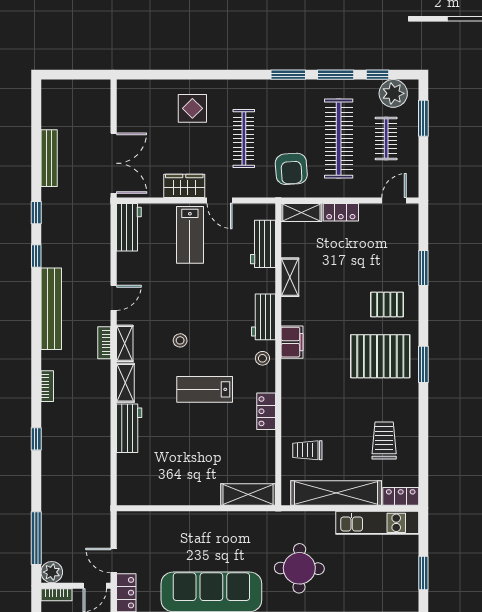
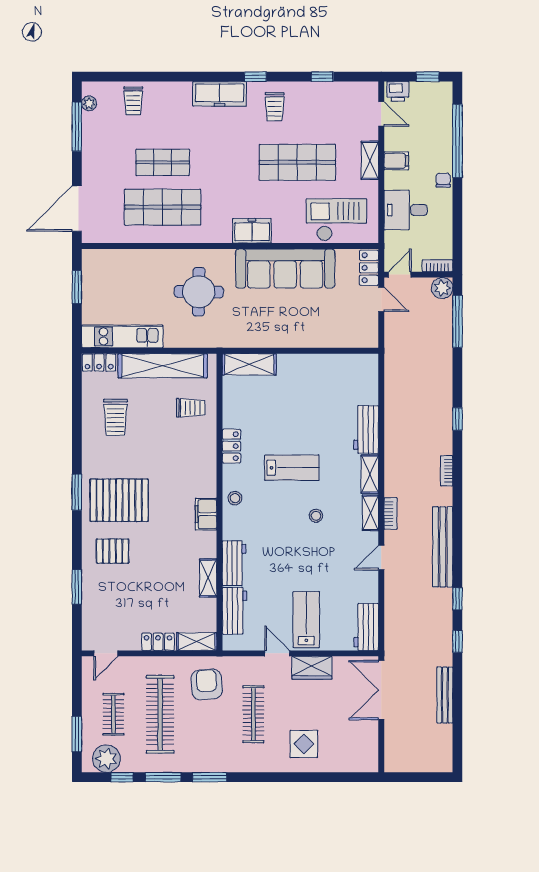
workbench: (263, 317) -> (234, 563), moved

